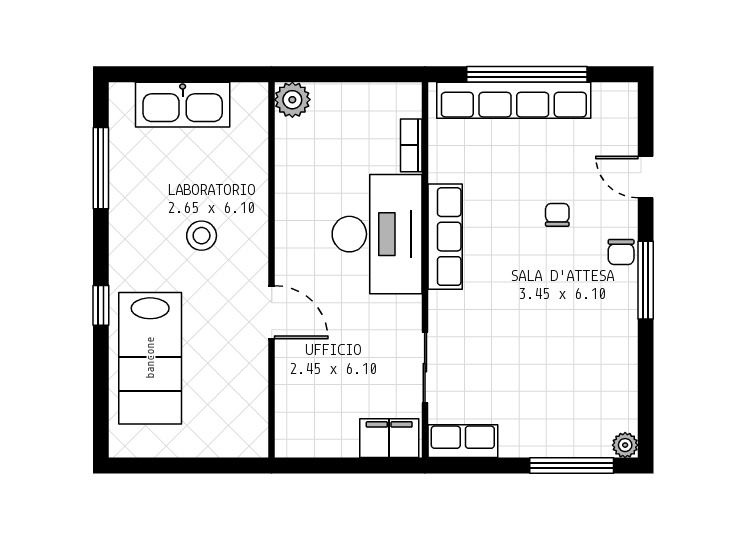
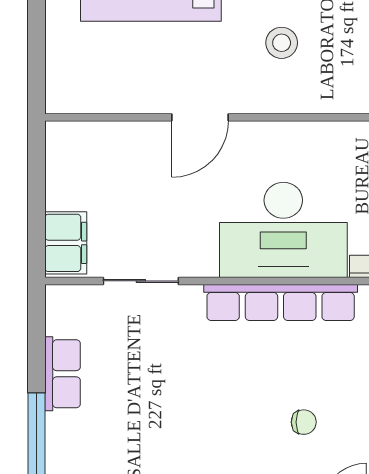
row of seats: (445, 237) -> (281, 302), width x1.36
row of seats: (463, 441) -> (63, 374), moved

